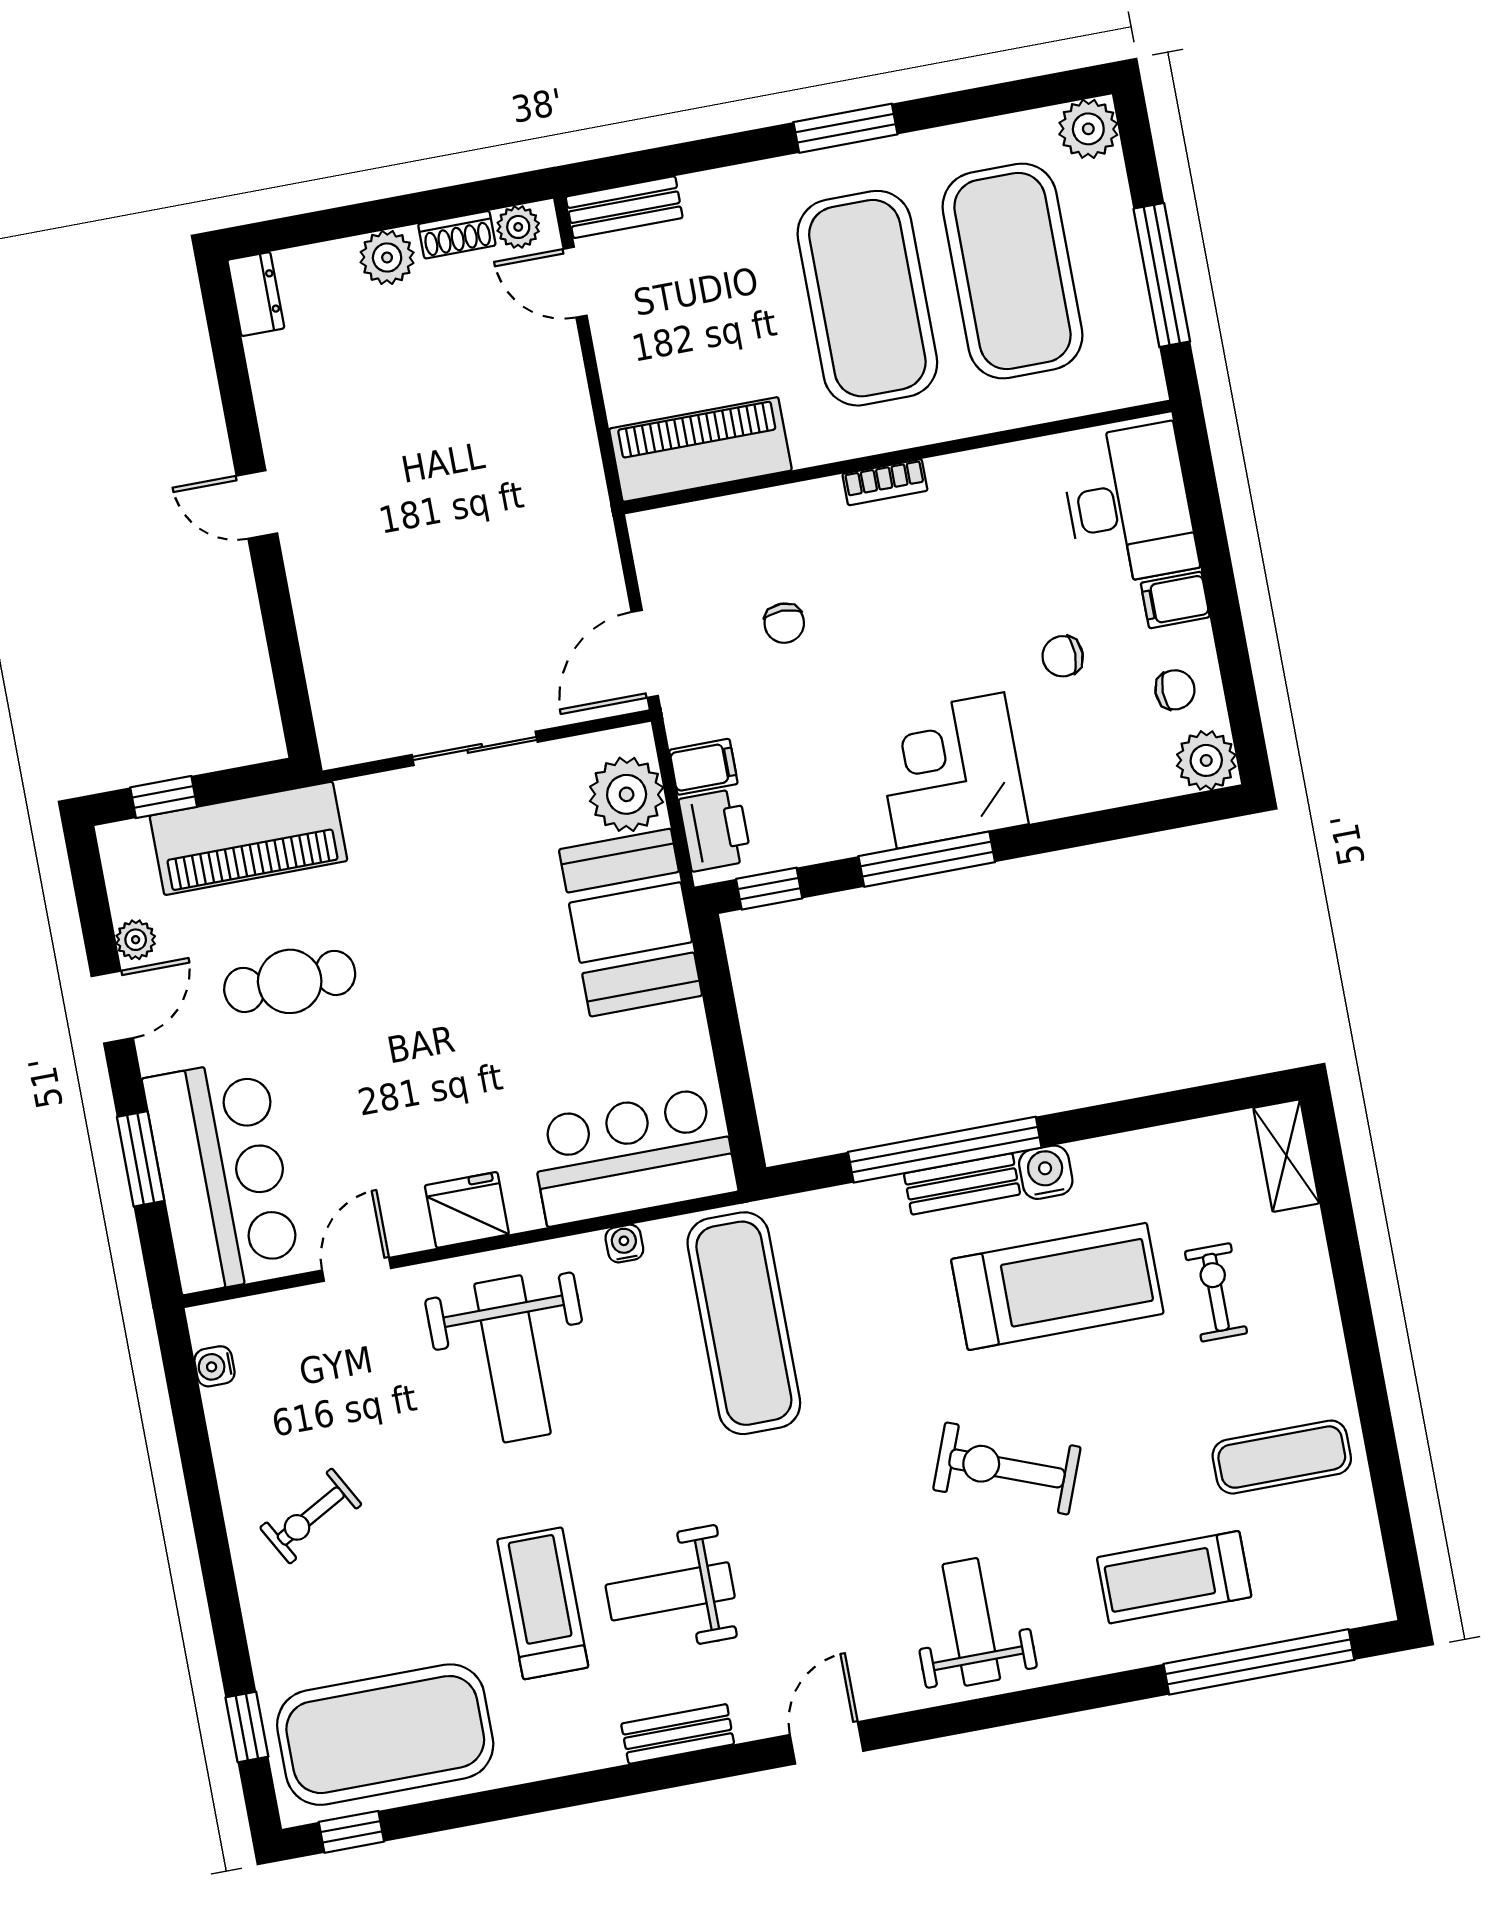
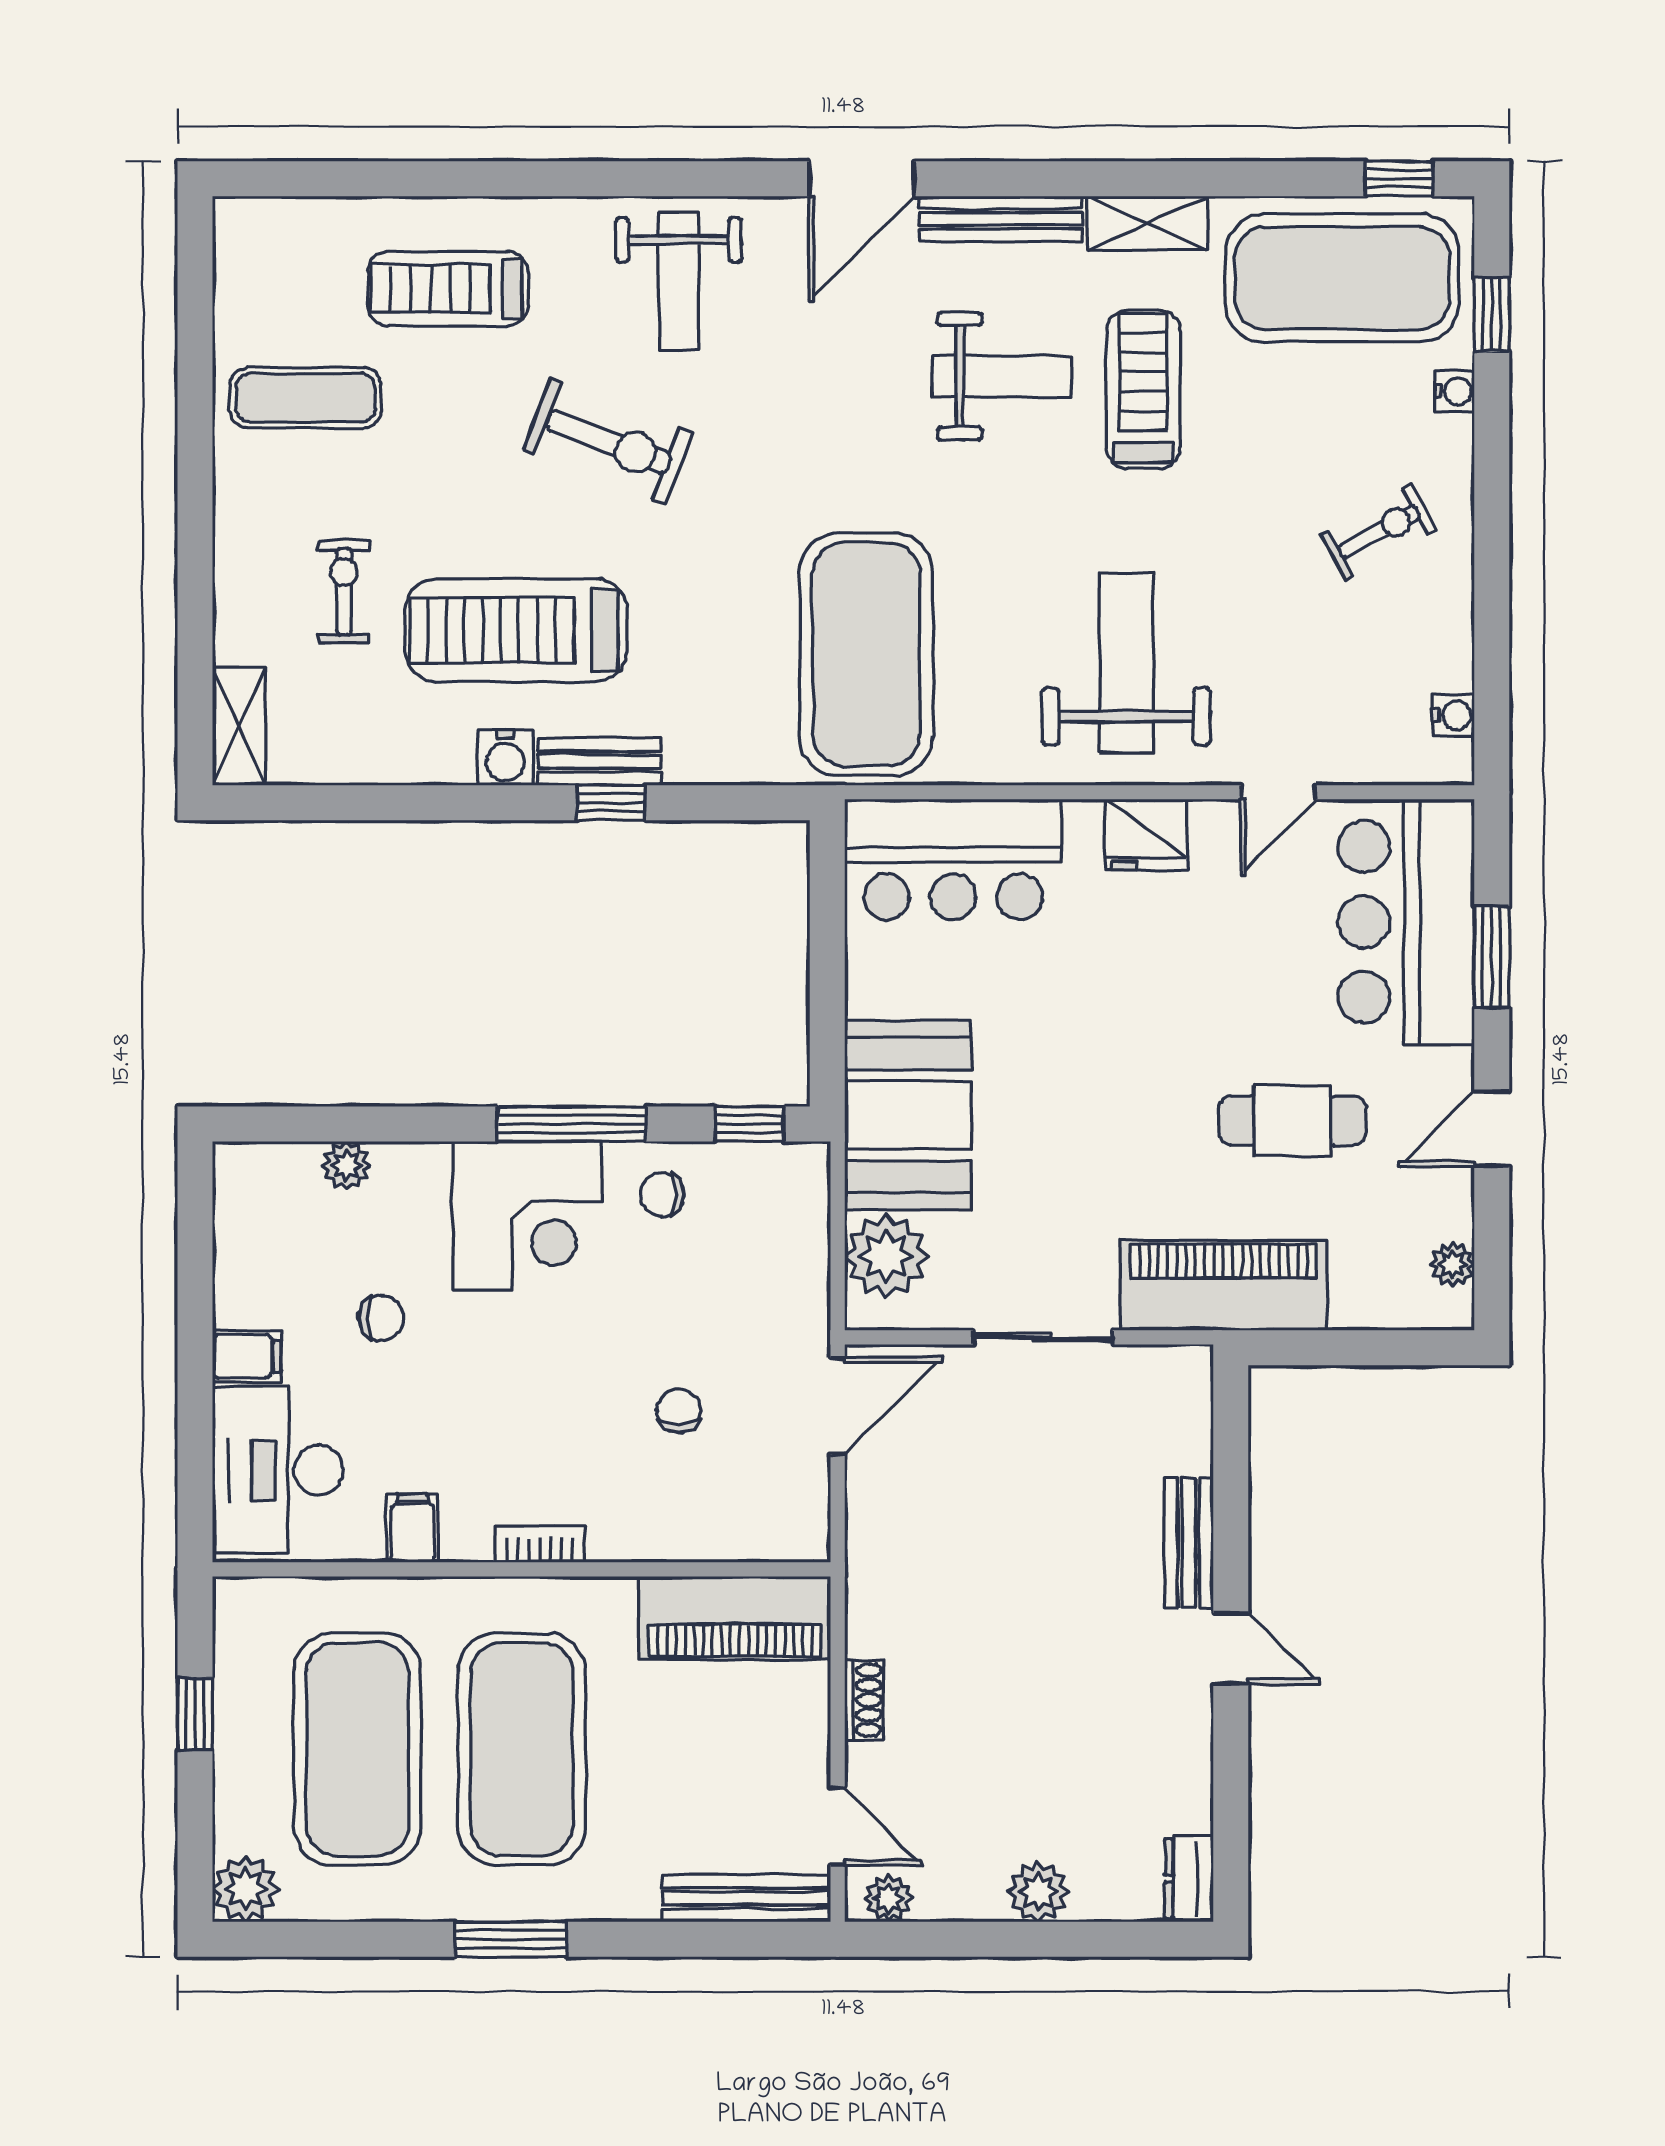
bench: (624, 207) -> (746, 1898), width x1.36
shoe rack: (457, 235) -> (864, 1700), moved, turned 90
window: (1162, 275) -> (195, 1714), width x0.46
bench: (312, 591) -> (1189, 1543), added
chair: (1175, 690) -> (662, 1194), moved
plant: (1206, 760) -> (346, 1166), moved, width x0.73, depth x0.73
filing cabinet: (703, 767) -> (413, 1528), moved, turned 90
window: (164, 797) -> (1393, 1348), removed
printer: (715, 830) -> (797, 1199), removed
piano: (248, 838) -> (1223, 1285), moved
plant: (136, 940) -> (1452, 1264), moved
window: (945, 1150) -> (611, 803), width x0.32
water cooler: (624, 1244) -> (1455, 391), moved, turned -90
exercise bike: (1216, 1292) -> (344, 591), turned 180
exercise mat: (744, 1323) -> (866, 654), width x1.47
treadmill: (1174, 1577) -> (448, 289), turned 180
treadmill: (543, 1603) -> (1143, 389), turned 180
window: (1259, 1662) -> (373, 179), removed
bench: (678, 1734) -> (1001, 219), width x1.36
door: (827, 1743) -> (862, 179), width x1.38
shelving: (567, 1751) -> (1147, 223), added

